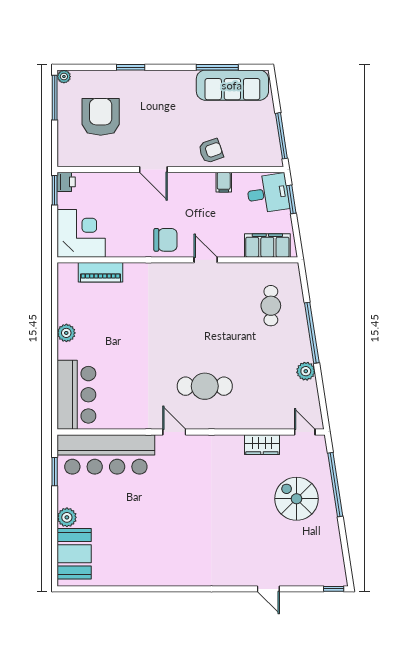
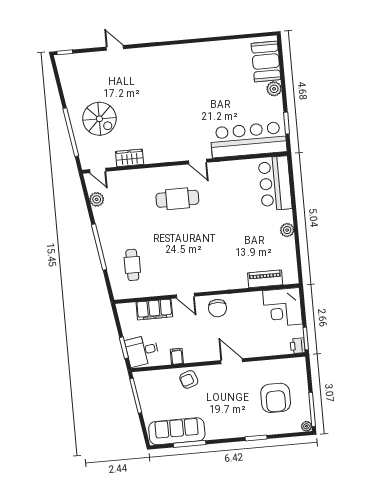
chair: (165, 240) -> (218, 308), turned -90
filing cabinet: (267, 246) -> (154, 309), moved
plant: (306, 371) -> (97, 199), moved

